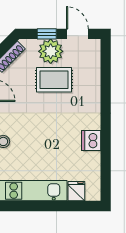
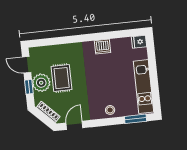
door: (77, 34) -> (27, 65), hinge flipped
fridge: (76, 191) -> (139, 42), moved

